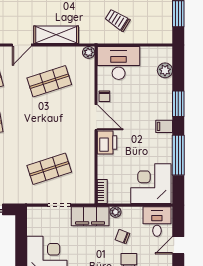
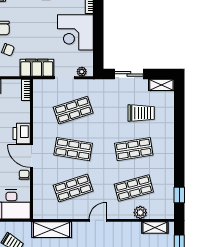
shelving: (56, 35) -> (52, 230), moved
plant: (89, 52) -> (38, 214), removed
shop shelf: (49, 125) -> (73, 149), added
plant: (115, 212) -> (82, 72), moved

